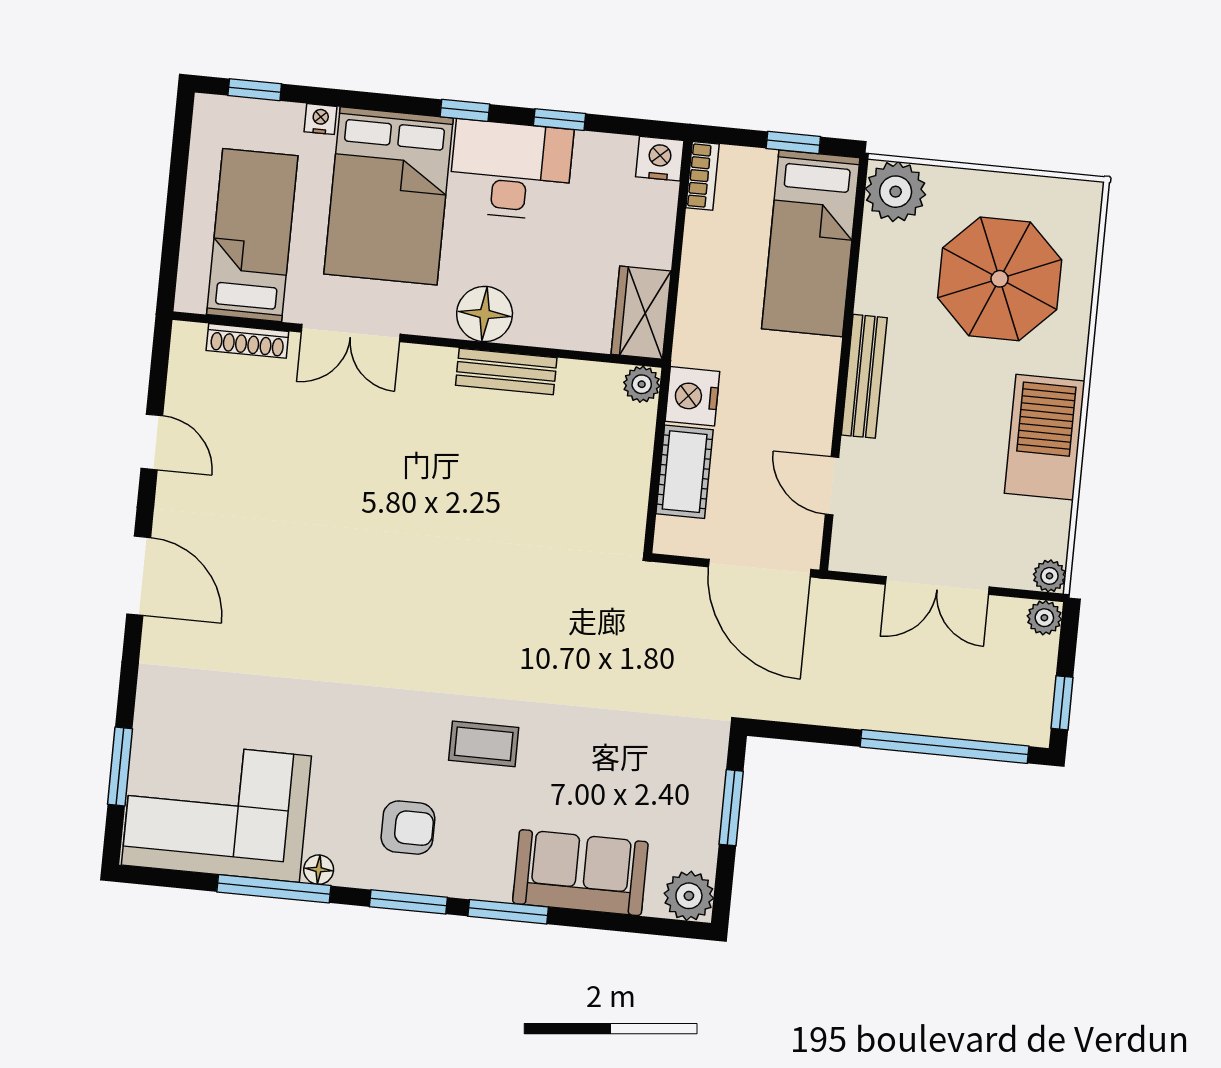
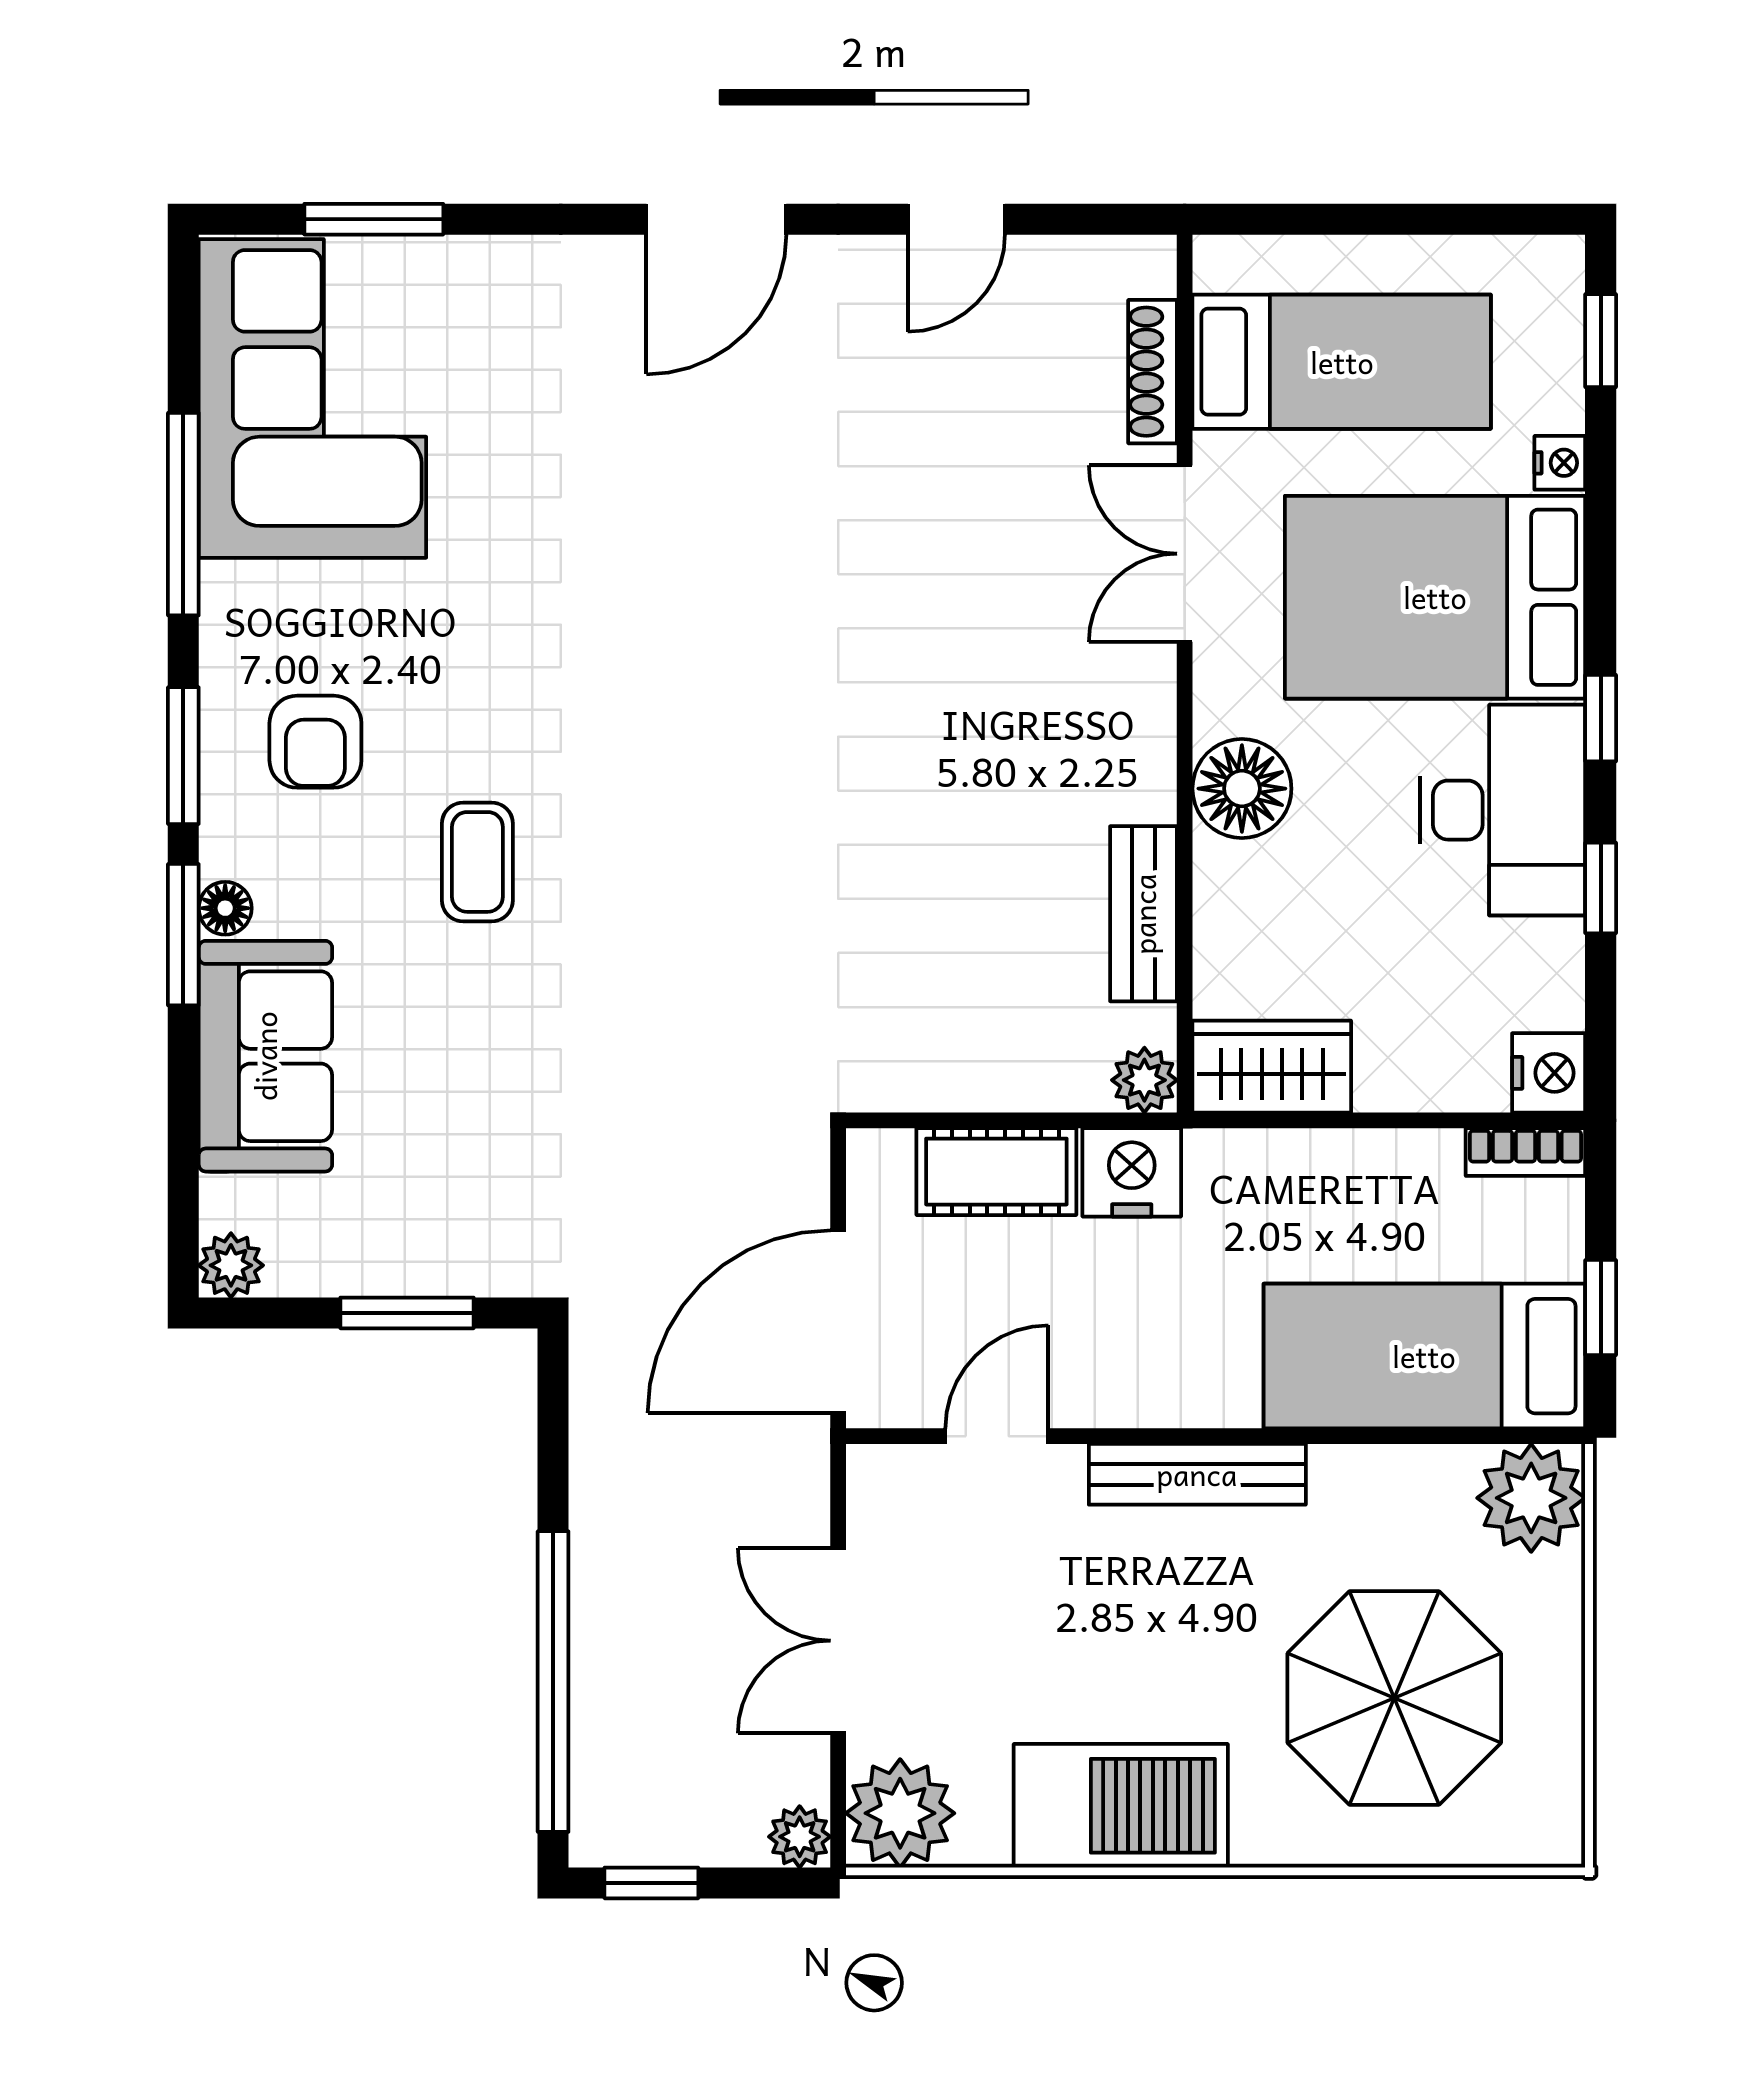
bench: (506, 371) -> (1144, 914), moved
plant: (1049, 576) -> (900, 1813), width x1.88, depth x1.88
floor lamp: (319, 870) -> (225, 908), moved
plant: (689, 896) -> (231, 1265), width x0.73, depth x0.73

